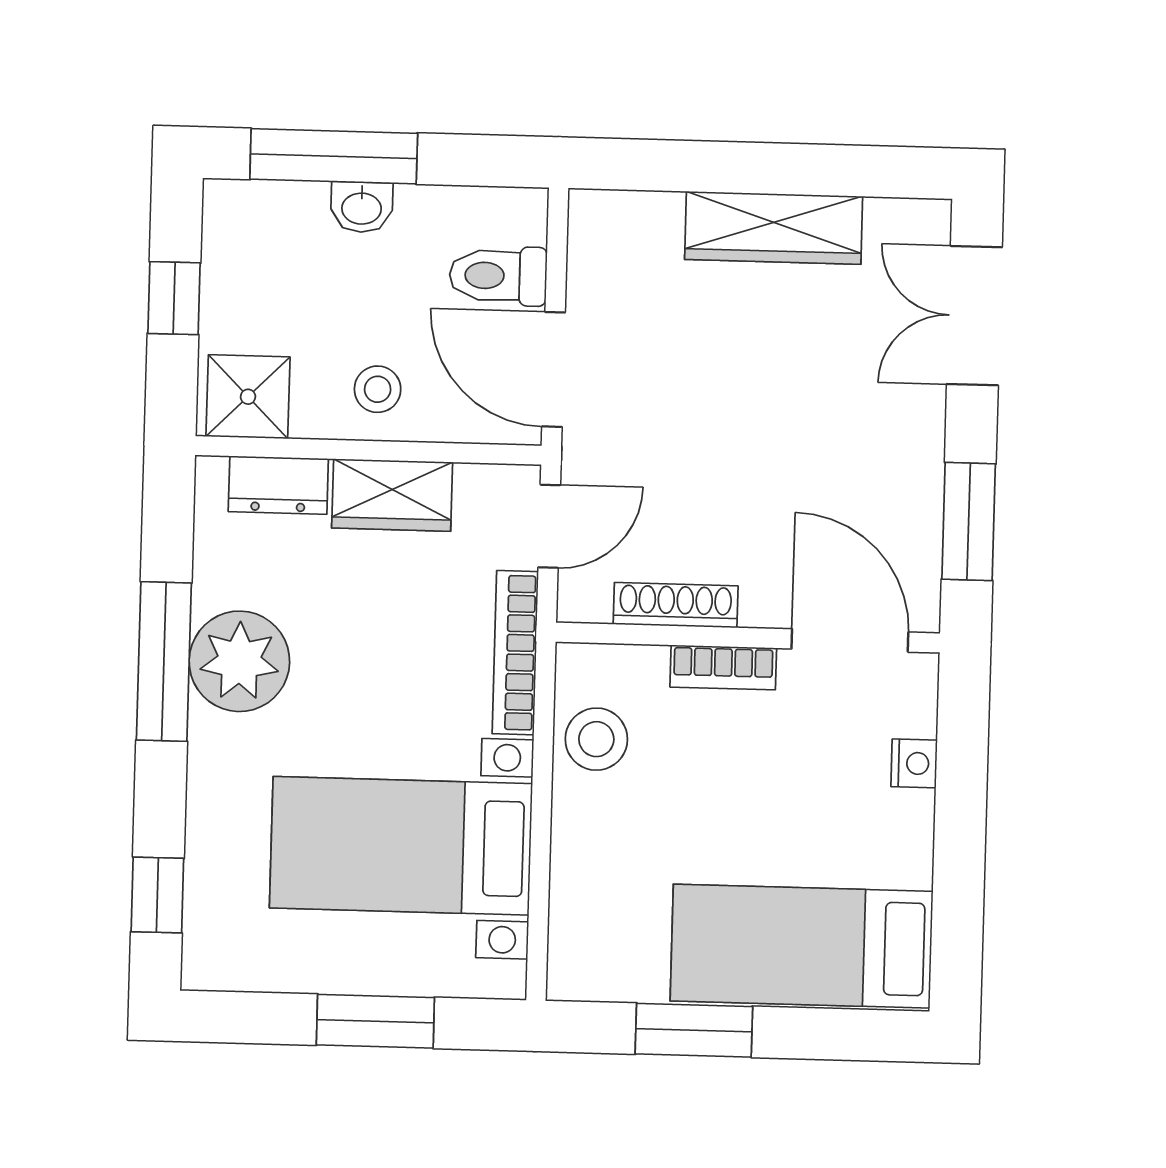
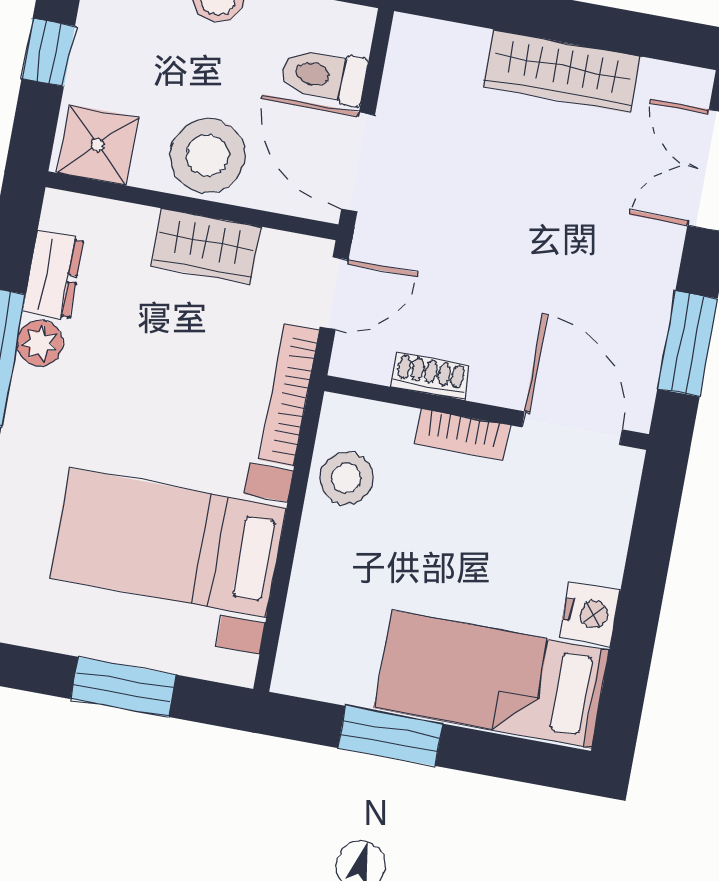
stool: (378, 389) -> (208, 156), width x1.89, depth x1.89
dresser: (278, 485) -> (53, 275), moved, turned -90
shoe rack: (676, 605) -> (430, 376), width x0.70
plant: (239, 661) -> (40, 343), width x0.53, depth x0.53
nightstand: (914, 763) -> (590, 614), moved, width x1.39, depth x1.35

